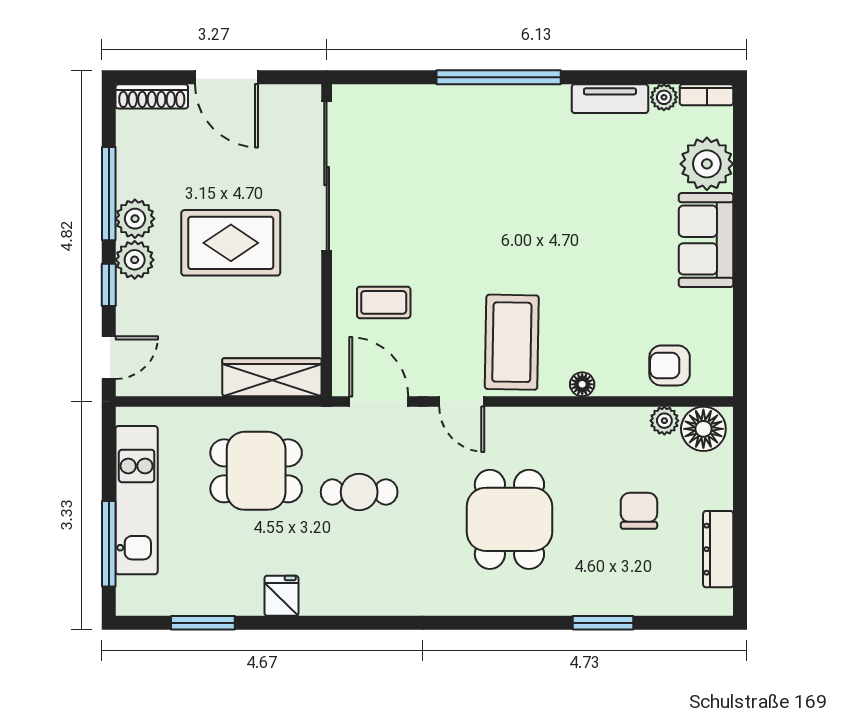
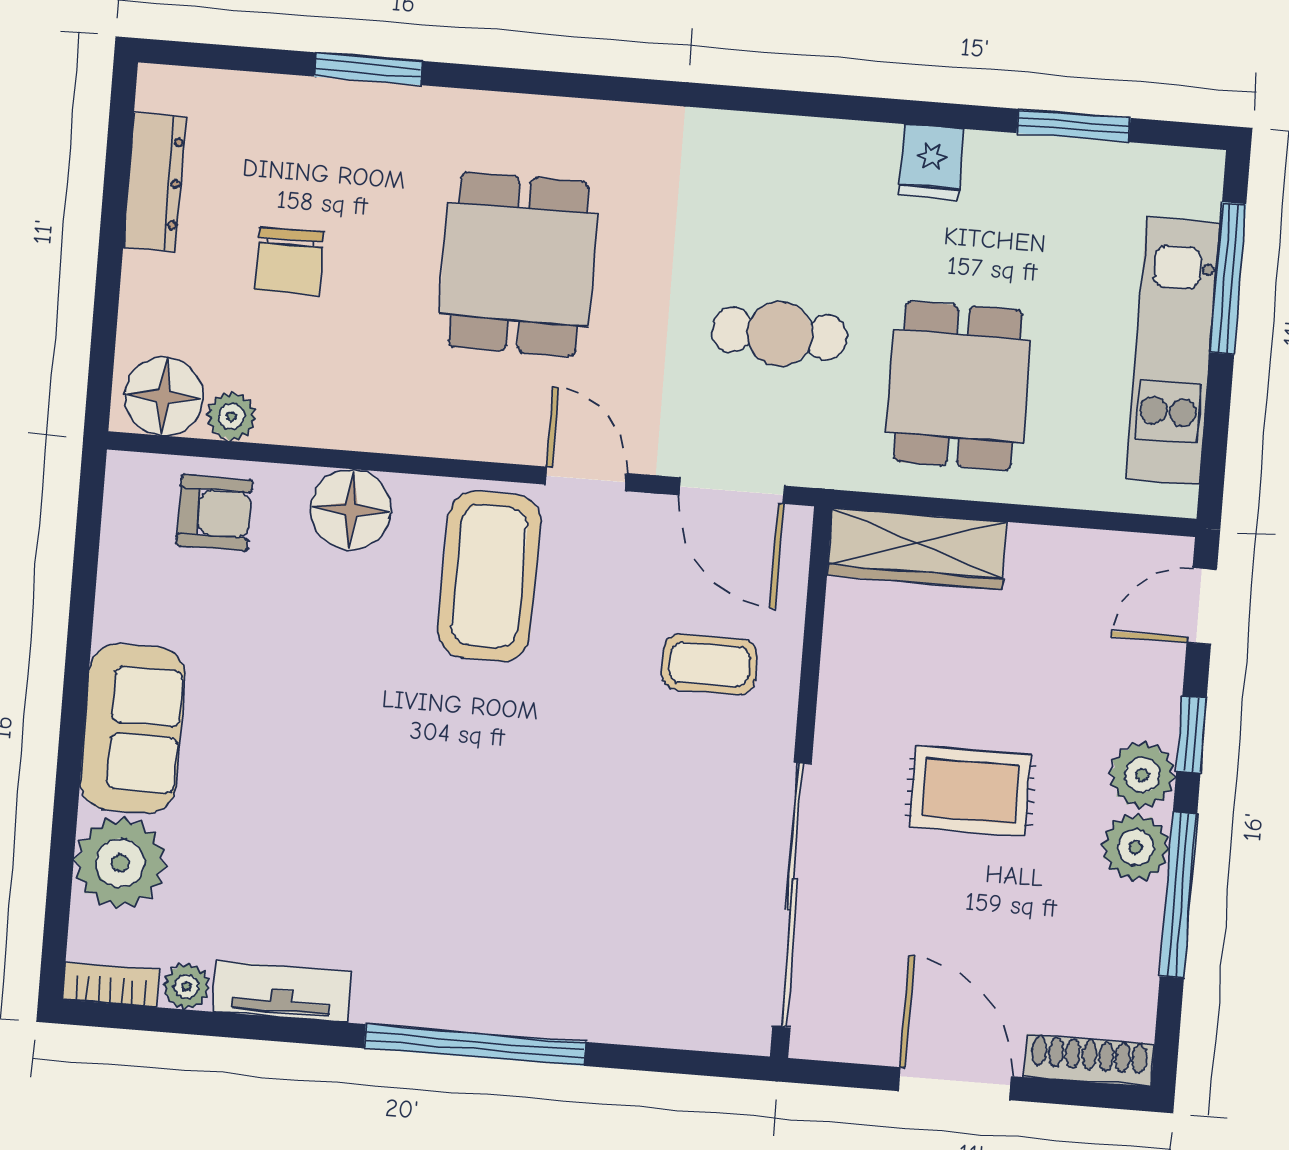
rug: (231, 243) -> (970, 791), width x0.73, depth x0.70
floor lamp: (582, 384) -> (351, 509), width x1.89, depth x1.89
dining table: (256, 471) -> (958, 386), turned 90

